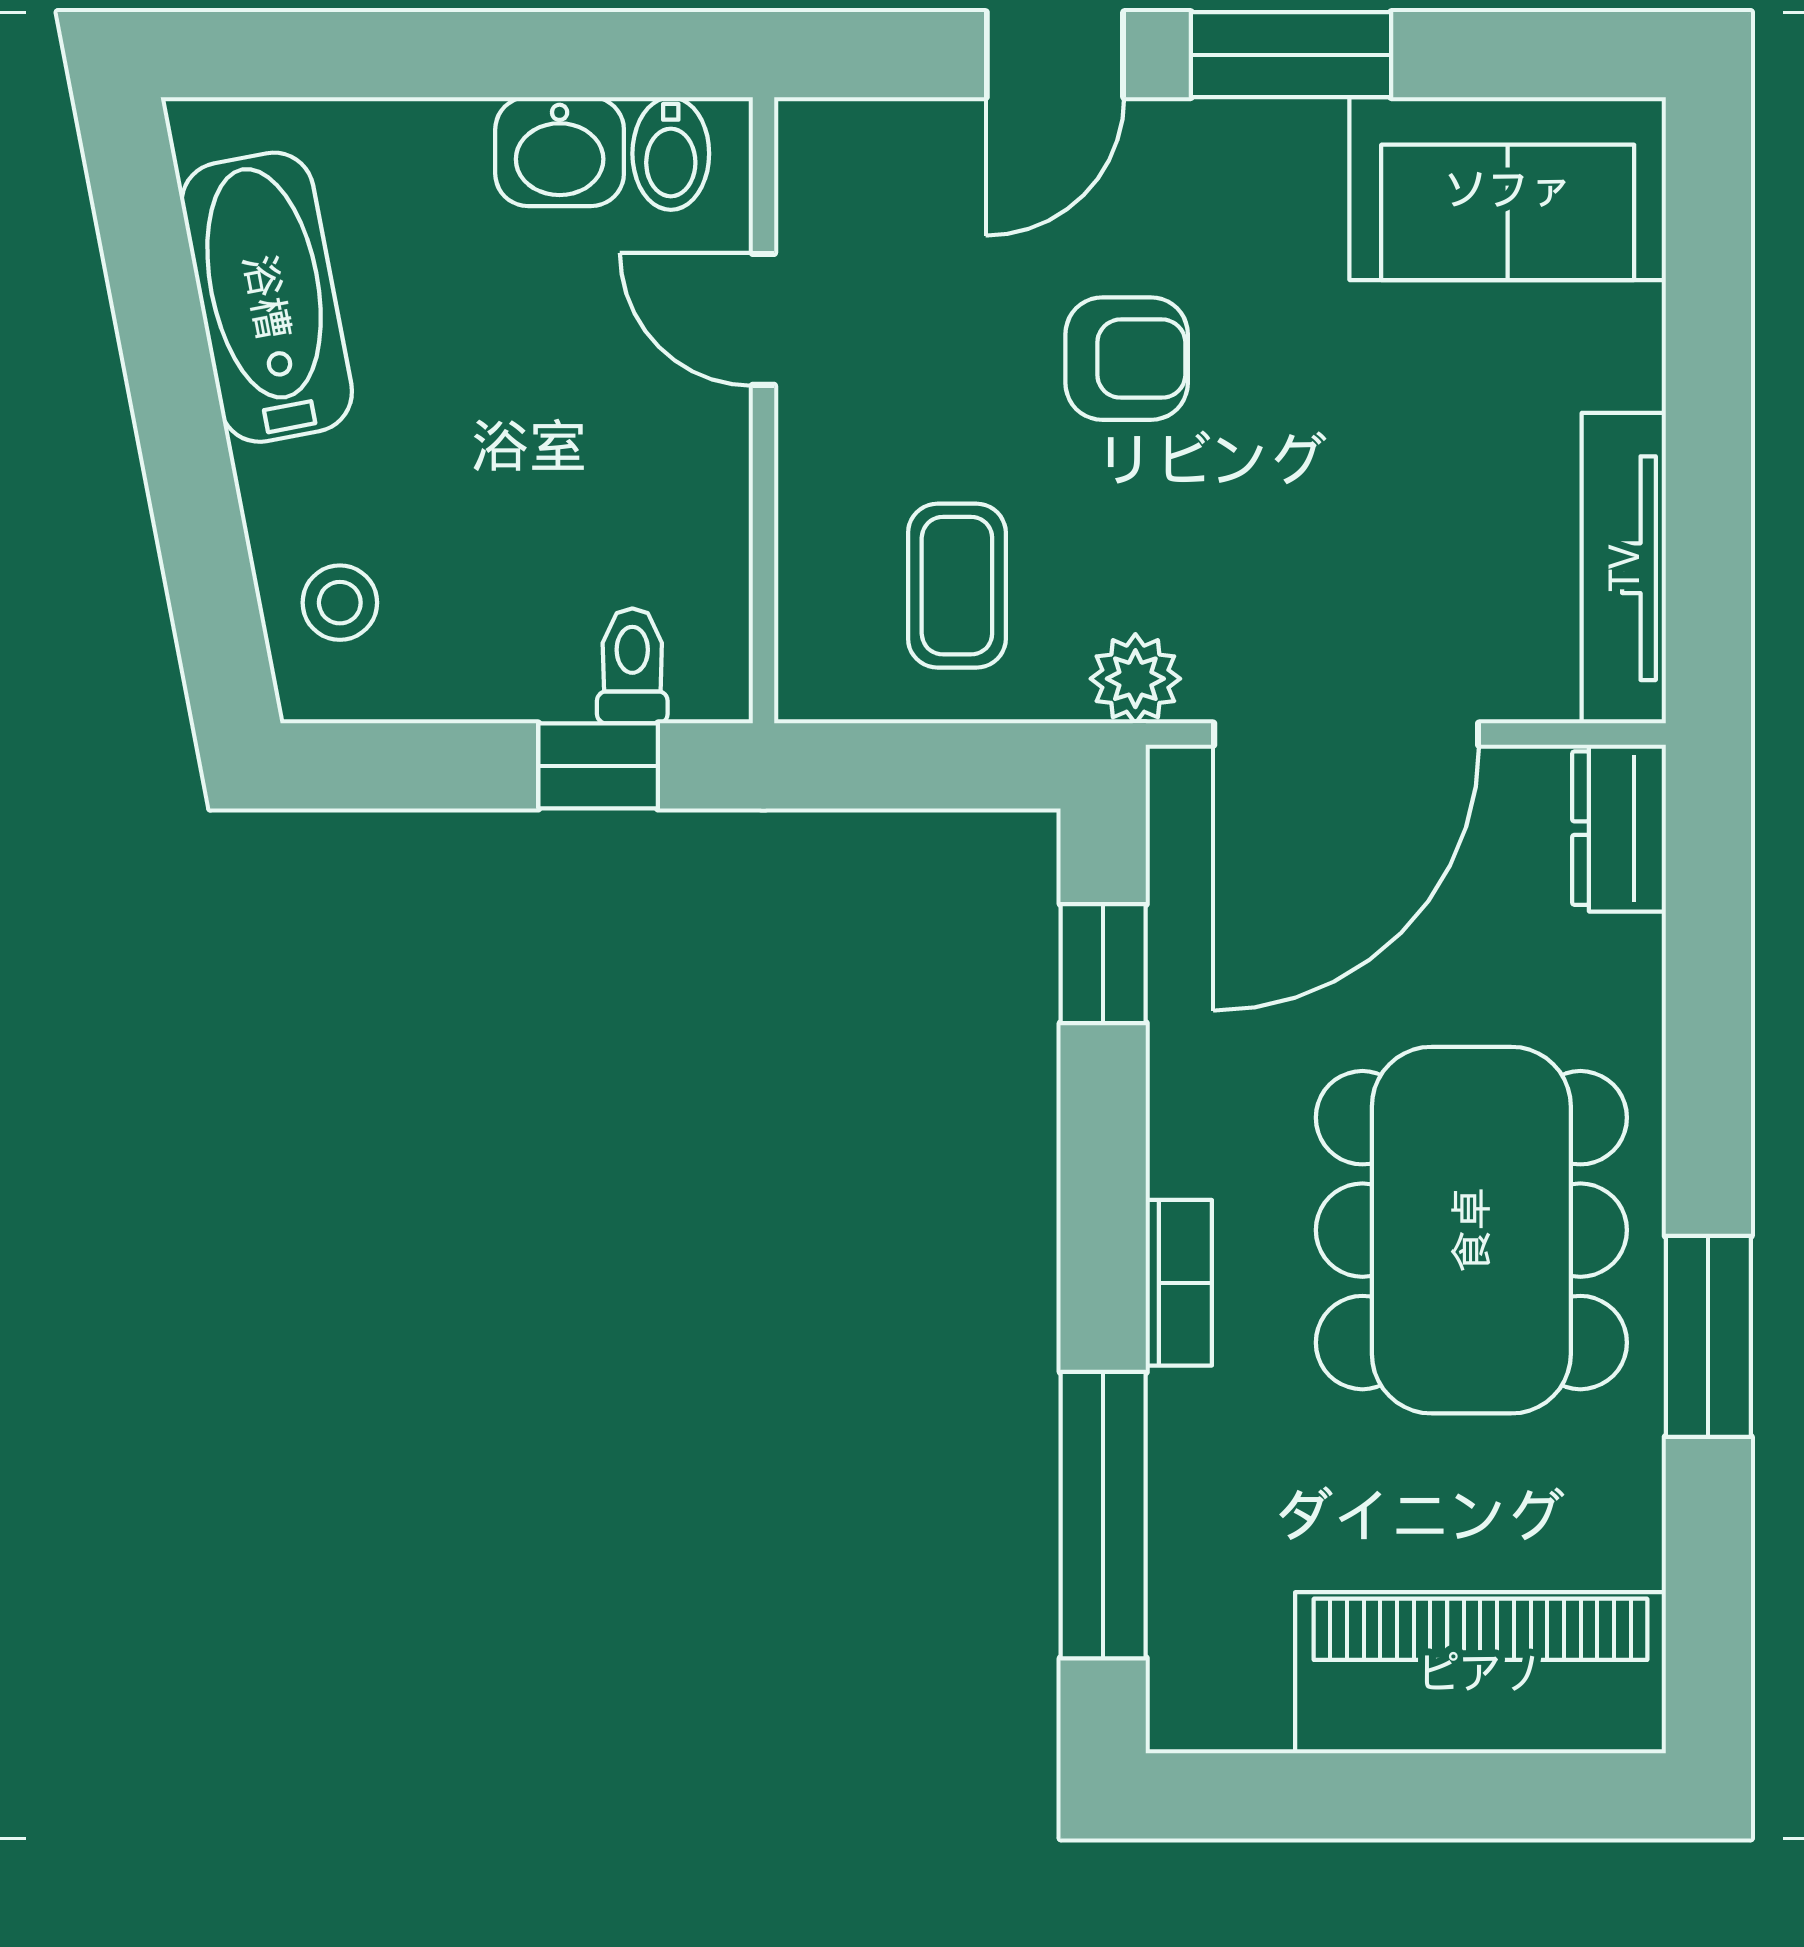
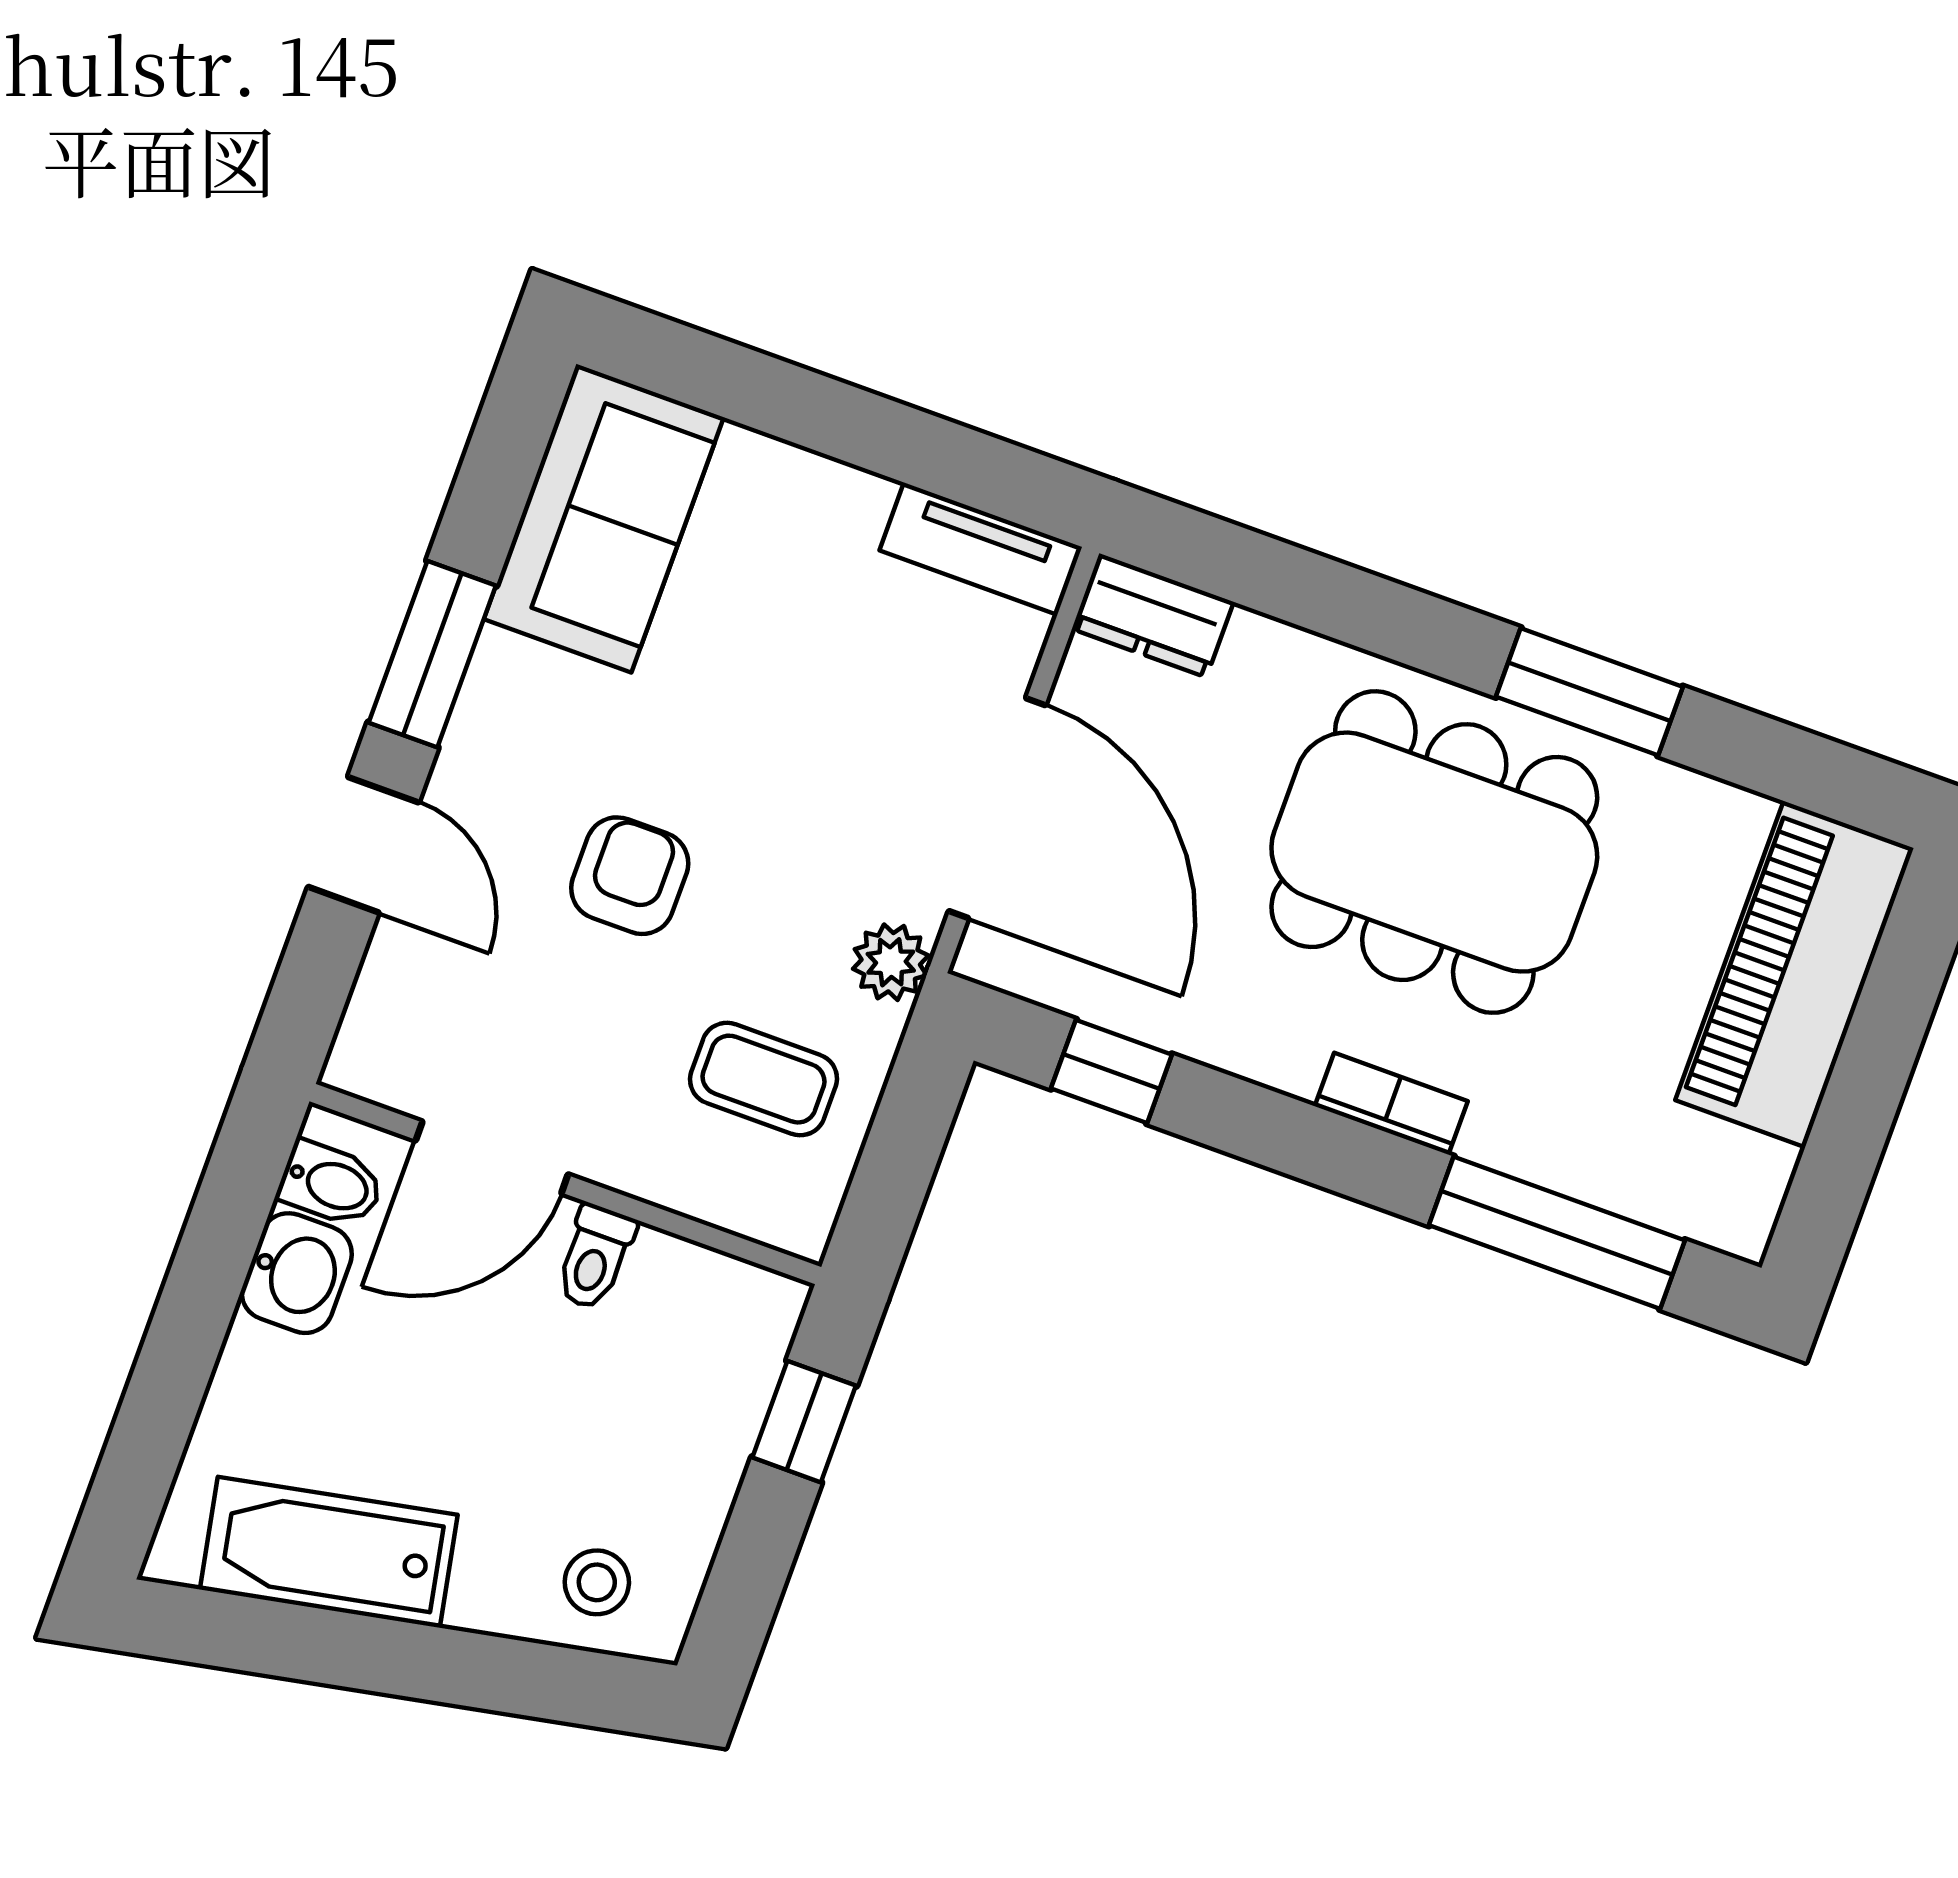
door: (763, 319) -> (492, 1157), width x1.38
tv unit: (1624, 568) -> (981, 549), width x0.71
toilet: (632, 666) -> (595, 1257), moved, turned -90

